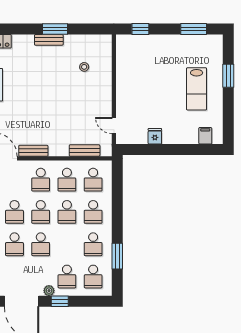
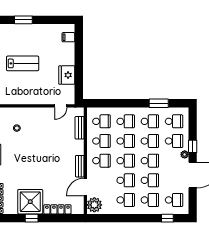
lab bench: (197, 89) -> (23, 63), moved
fridge: (155, 136) -> (67, 75), width x1.88, depth x1.34
school desk: (67, 244) -> (150, 141), added

